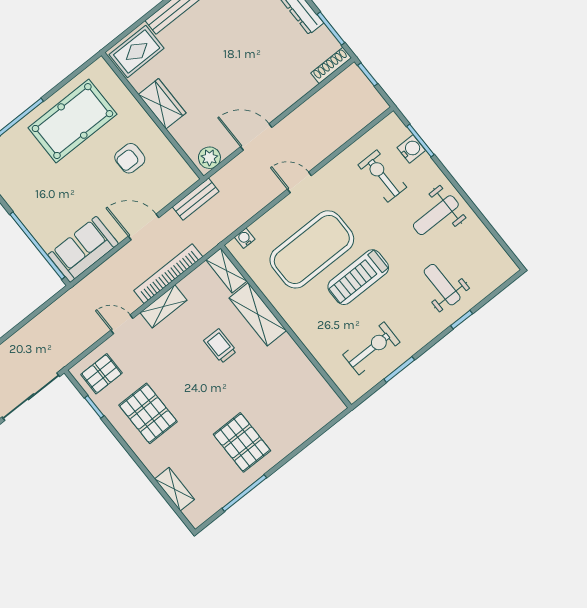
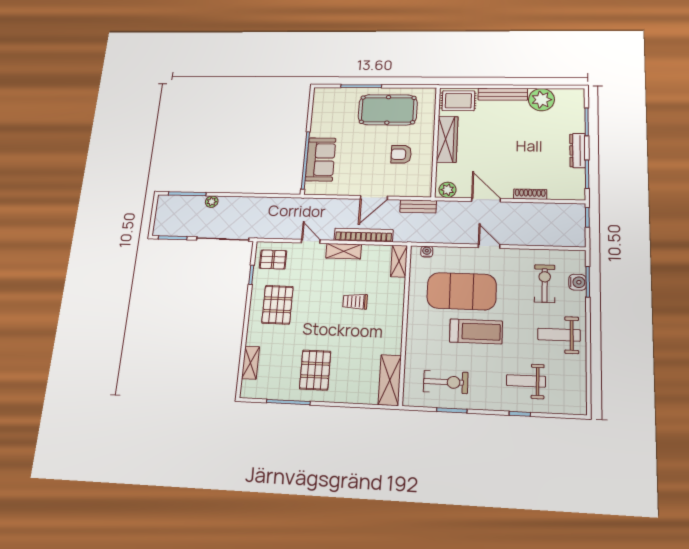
shoe rack: (331, 65) -> (530, 194), moved
wardrobe: (162, 104) -> (447, 139), width x1.50
door: (144, 227) -> (374, 198), swing flipped
sofa: (83, 249) -> (321, 159), moved, turned 90
treadmill: (358, 277) -> (476, 331), turned 180
weight bench: (442, 285) -> (526, 381), turned -90
shelving: (258, 314) -> (390, 380), moved
trolley: (220, 346) -> (355, 302), turned -90

